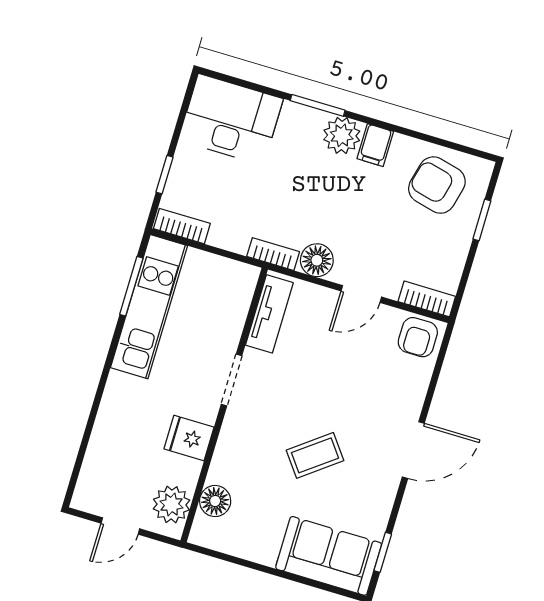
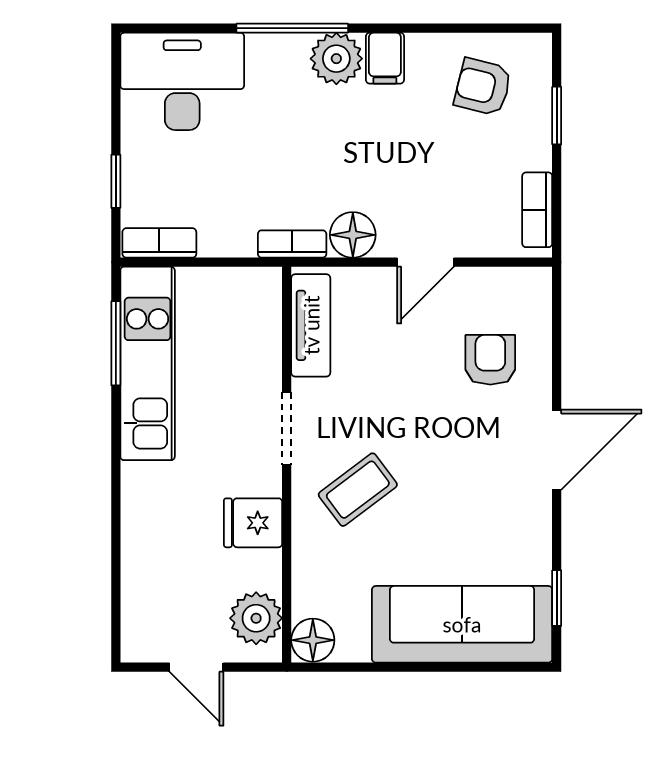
window: (318, 105) -> (292, 28), width x1.44
armchair: (437, 185) -> (483, 87), width x0.72, depth x0.72
bookcase: (427, 299) -> (537, 210), moved, turned -90
armchair: (418, 337) -> (490, 360), moved, turned 180
coffee table: (315, 455) -> (358, 490), moved
floor lamp: (215, 501) -> (313, 640), moved
door: (120, 526) -> (196, 667), hinge flipped
sofa: (329, 556) -> (462, 624), width x1.36

